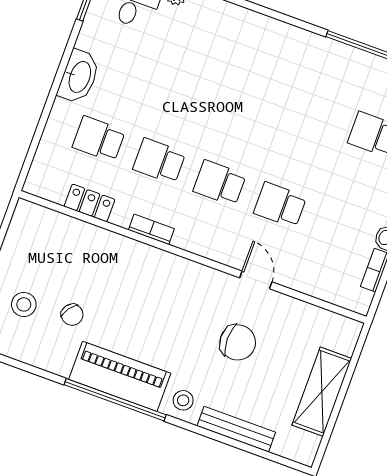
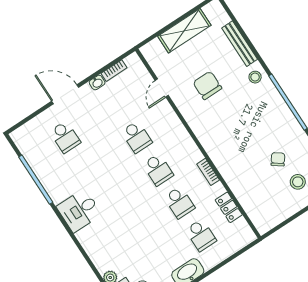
desk: (283, 52) -> (79, 210), added
door: (256, 280) -> (162, 88), moved
piano: (120, 376) -> (277, 112), removed

